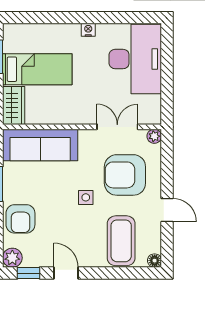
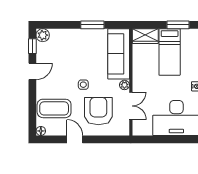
plant: (154, 136) -> (124, 85), moved
door: (167, 210) -> (75, 139), swing flipped
armchair: (20, 219) -> (69, 41), removed

